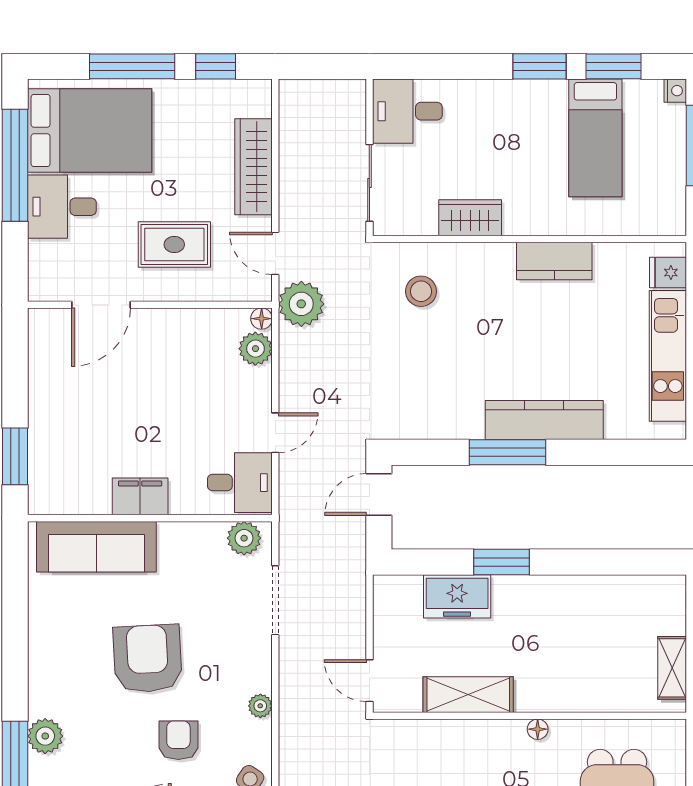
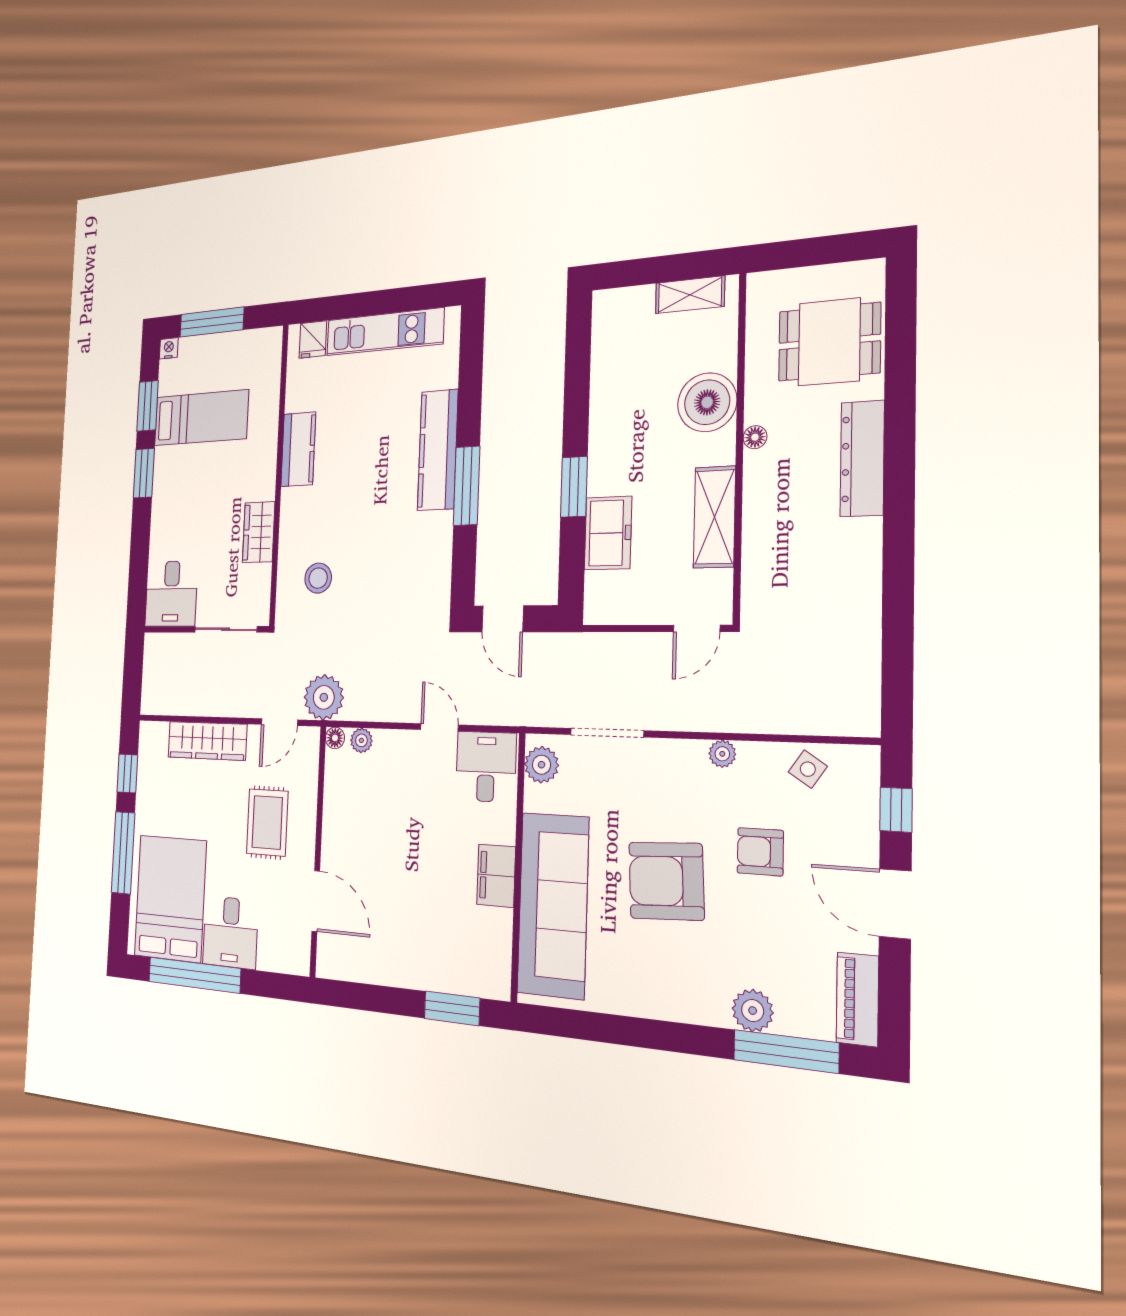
plant: (255, 349) -> (361, 740), width x0.73, depth x0.73
sofa: (96, 547) -> (553, 905), width x1.36, depth x1.27
boiler: (572, 686) -> (707, 402), added

